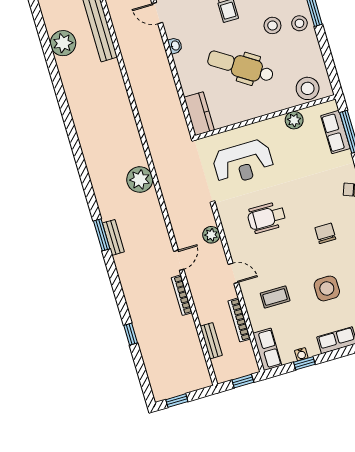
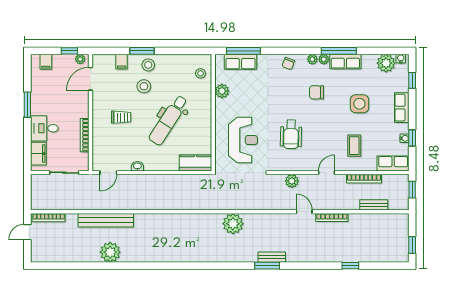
stool: (308, 88) -> (200, 73), width x0.53, depth x0.53

